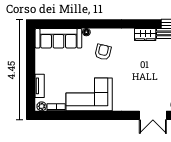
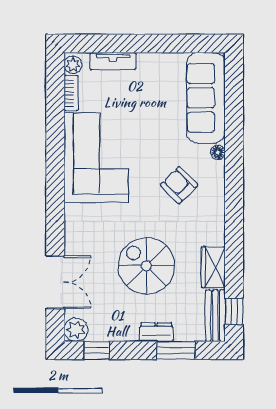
armchair: (103, 52) -> (179, 185), turned -148
spiral stairs: (144, 69) -> (146, 266), added
double door: (153, 115) -> (55, 282), swing flipped

